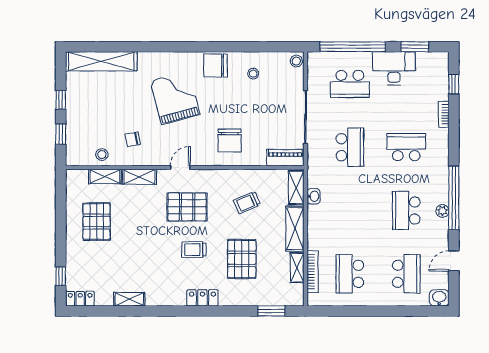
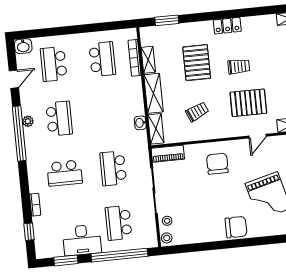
stool: (253, 74) -> (167, 221), moved
school desk: (350, 84) -> (119, 223), turned -90

